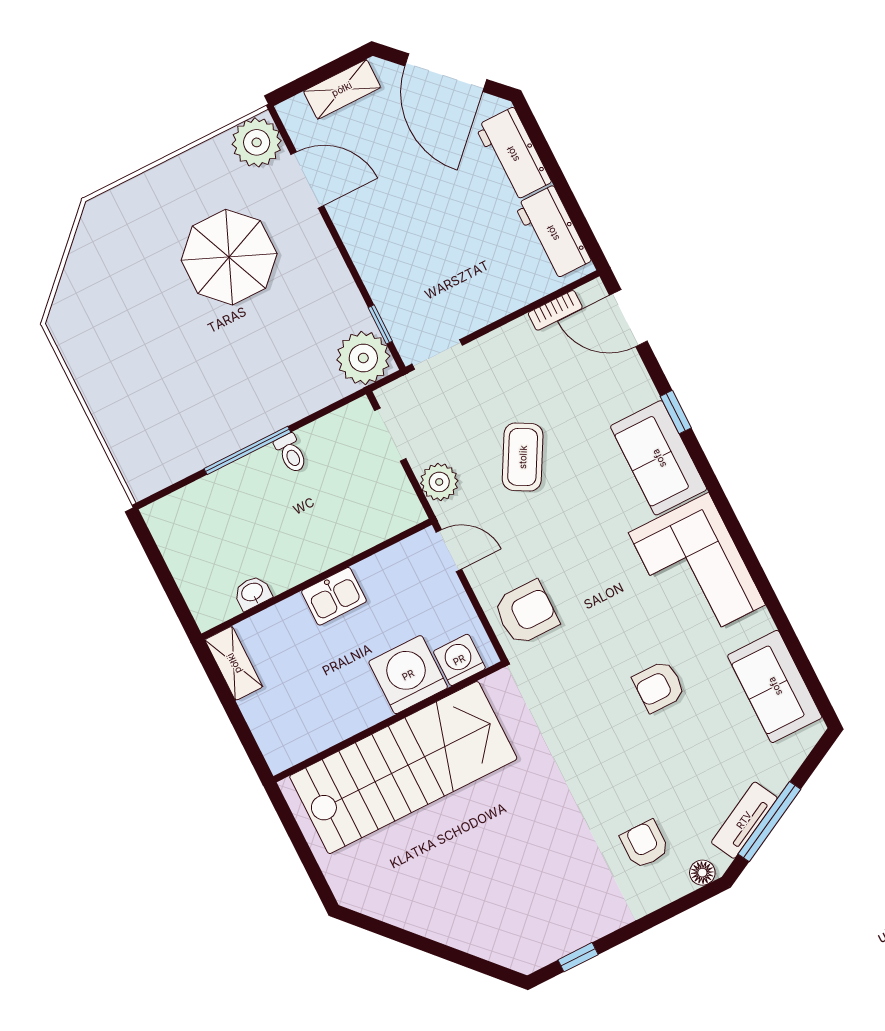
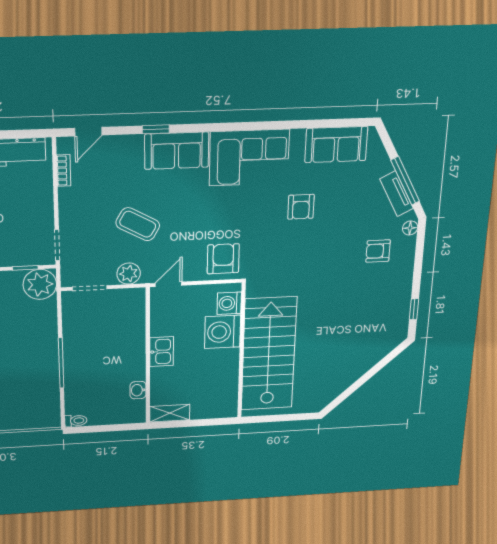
door: (628, 318) -> (88, 132), width x0.73
toilet: (291, 453) -> (76, 421), moved

